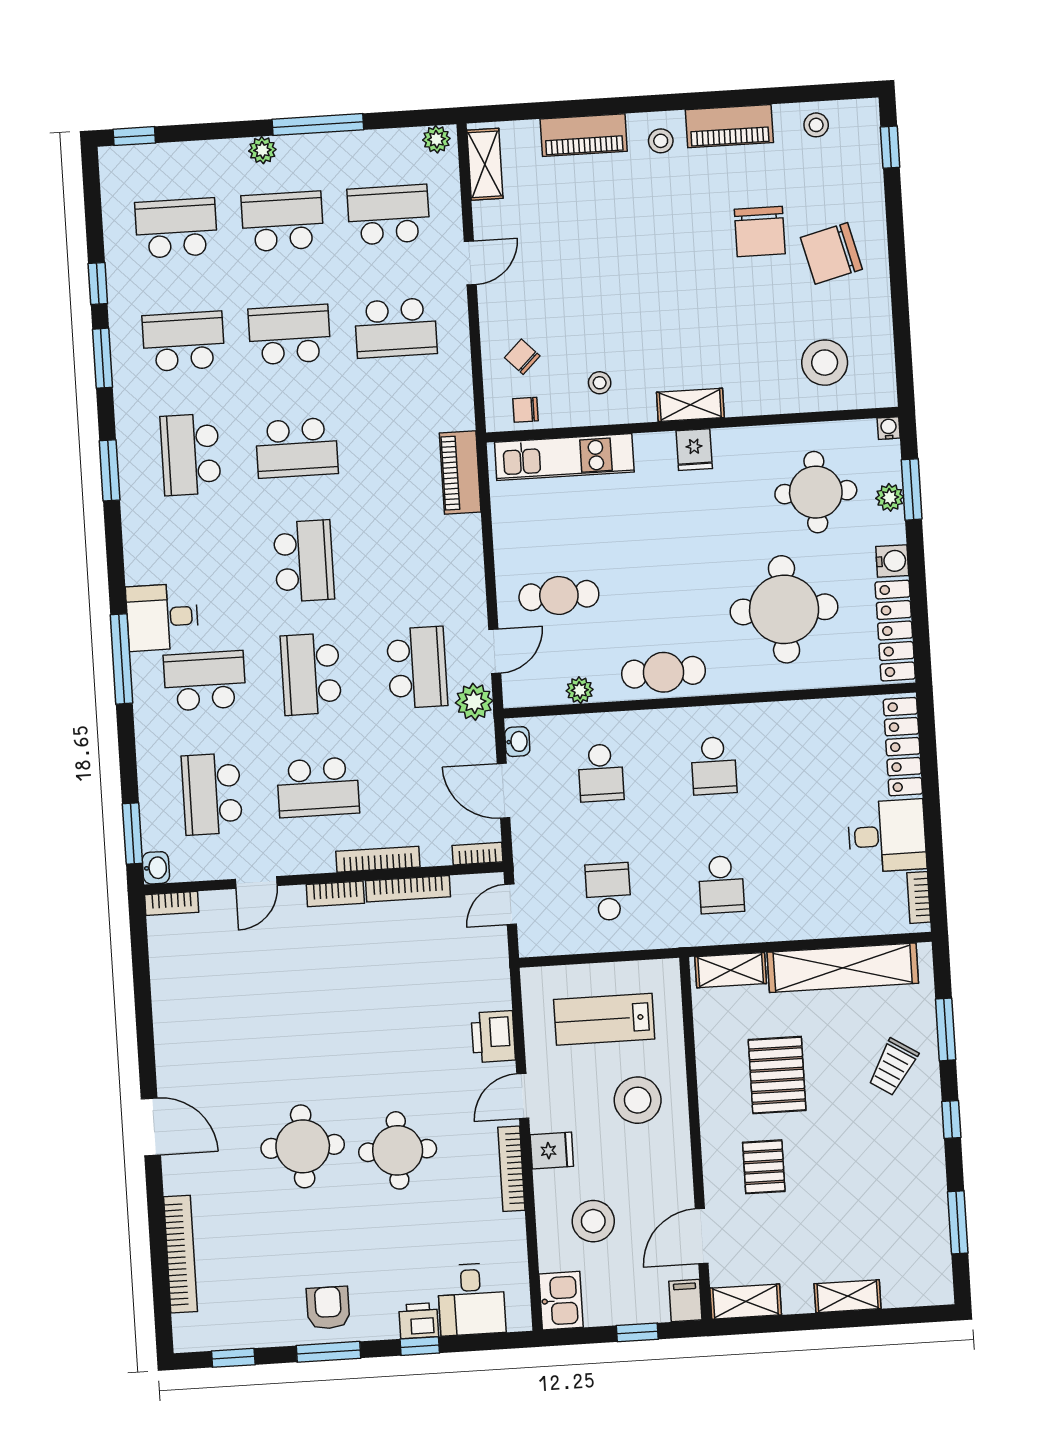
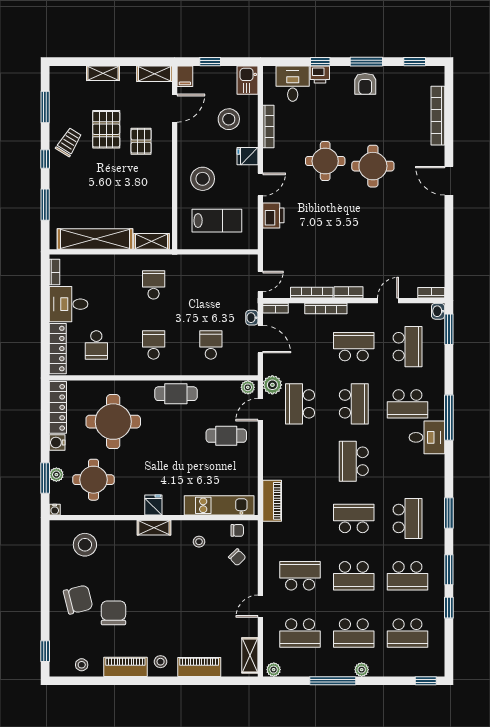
plant: (580, 690) -> (248, 387), moved
washbasin: (517, 742) -> (252, 318), moved
school desk: (608, 892) -> (96, 345), moved
trolley: (893, 1067) -> (69, 142), moved
pallet: (777, 1075) -> (106, 129), moved
bookcase: (511, 1169) -> (268, 126), moved

